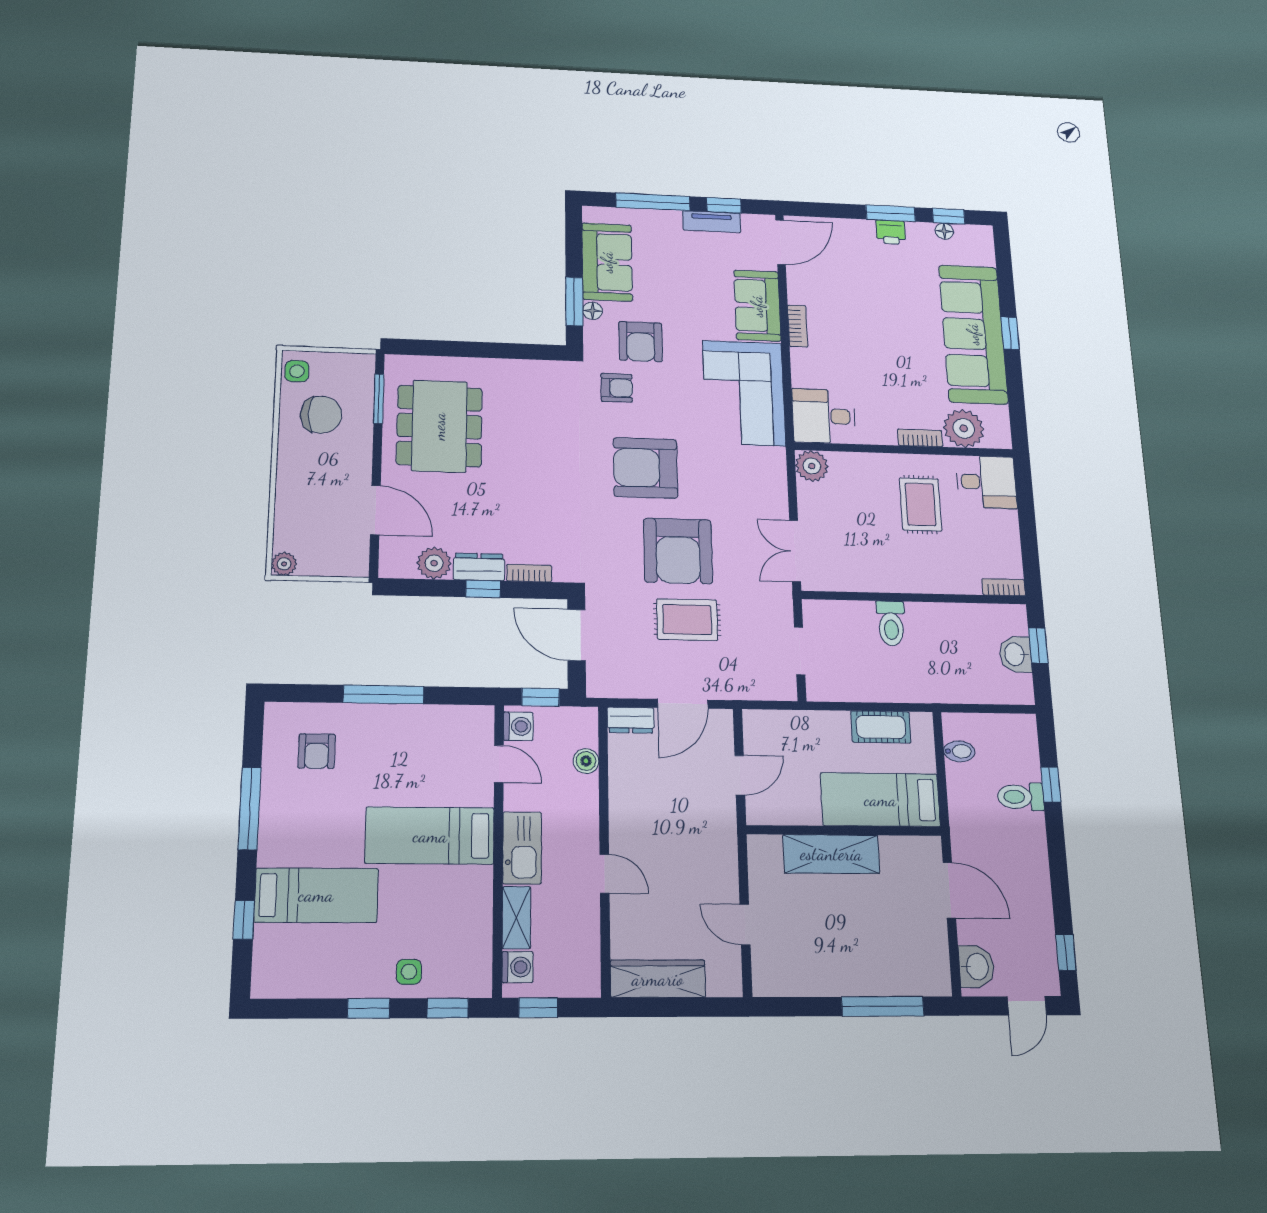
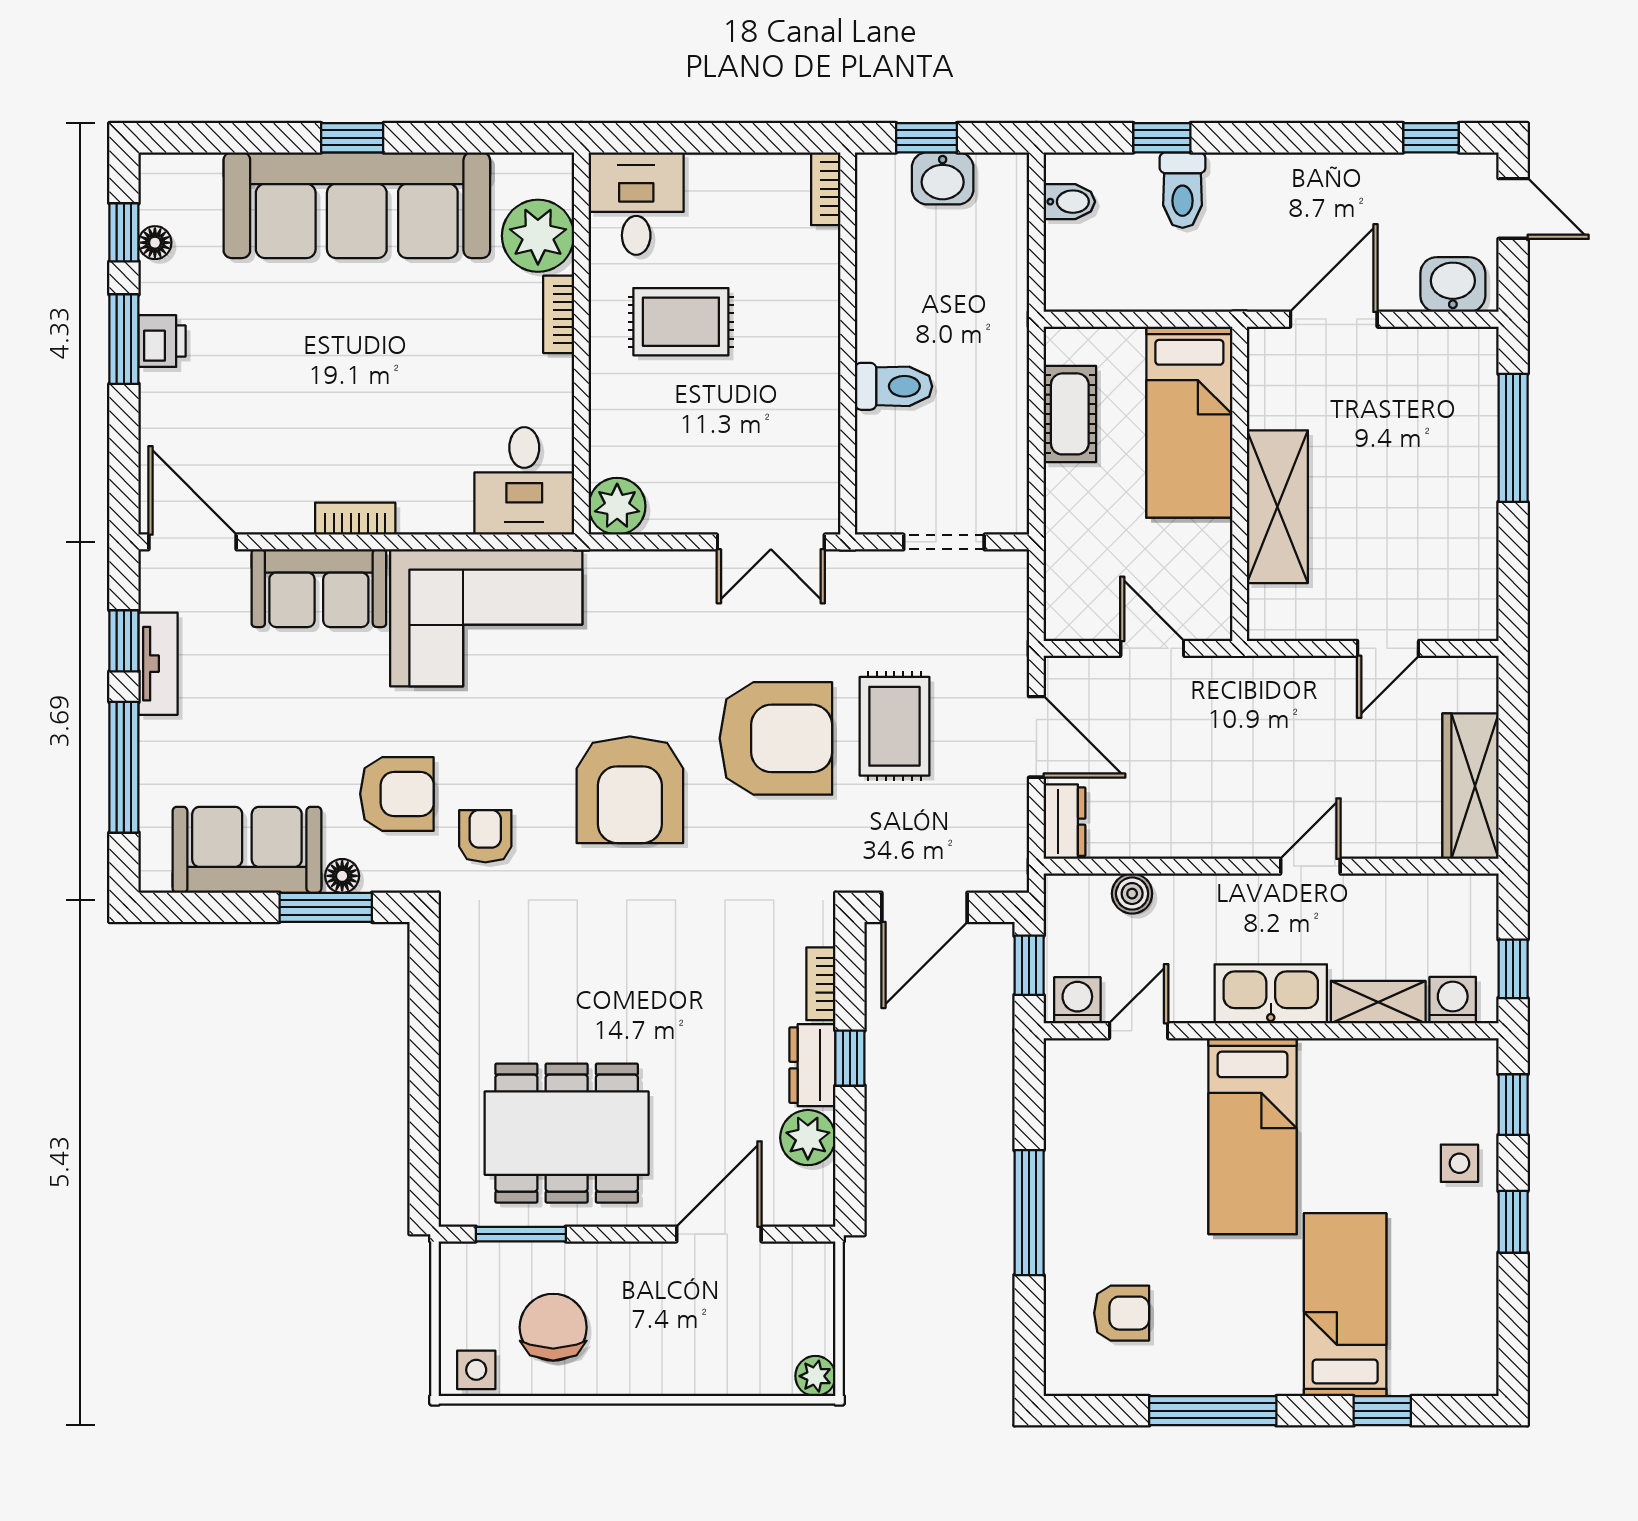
bidet: (959, 751) -> (1069, 202), moved, turned 90

